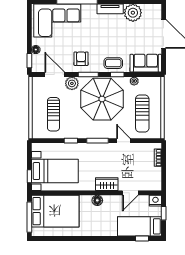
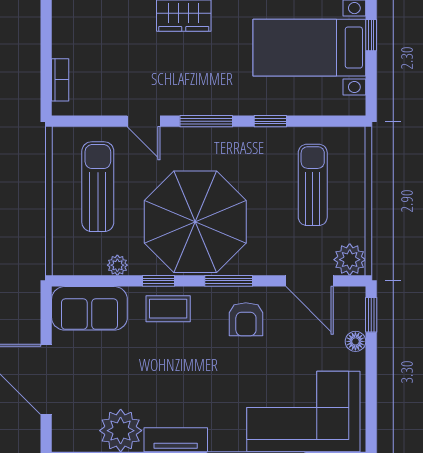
plant: (72, 83) -> (350, 260), moved

